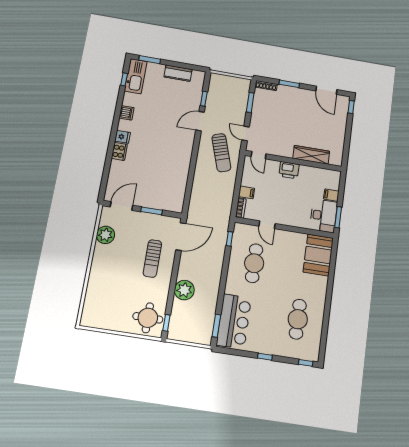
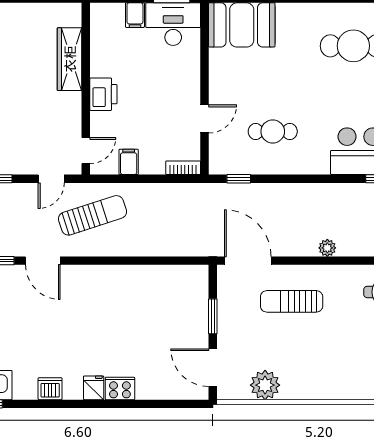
filing cabinet: (247, 192) -> (129, 162), moved
sun lounger: (152, 258) -> (292, 301), turned 180
cafe table: (254, 263) -> (273, 131), width x0.73, depth x0.74
plant: (184, 290) -> (327, 248), width x0.53, depth x0.53

